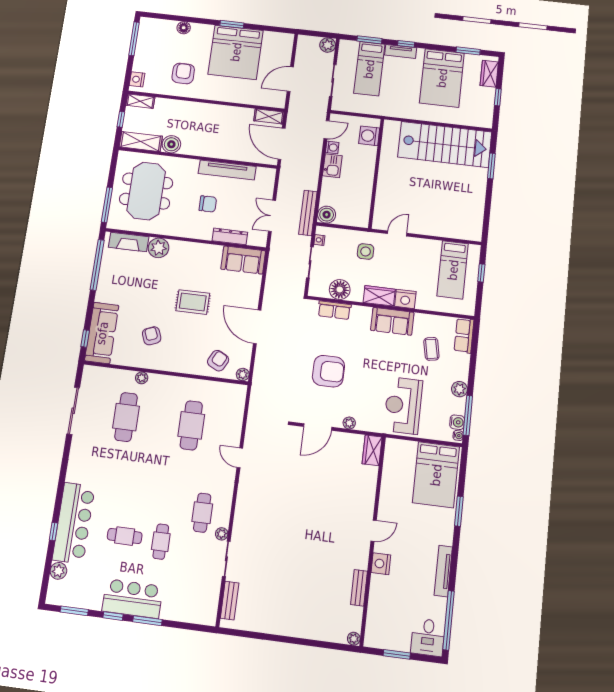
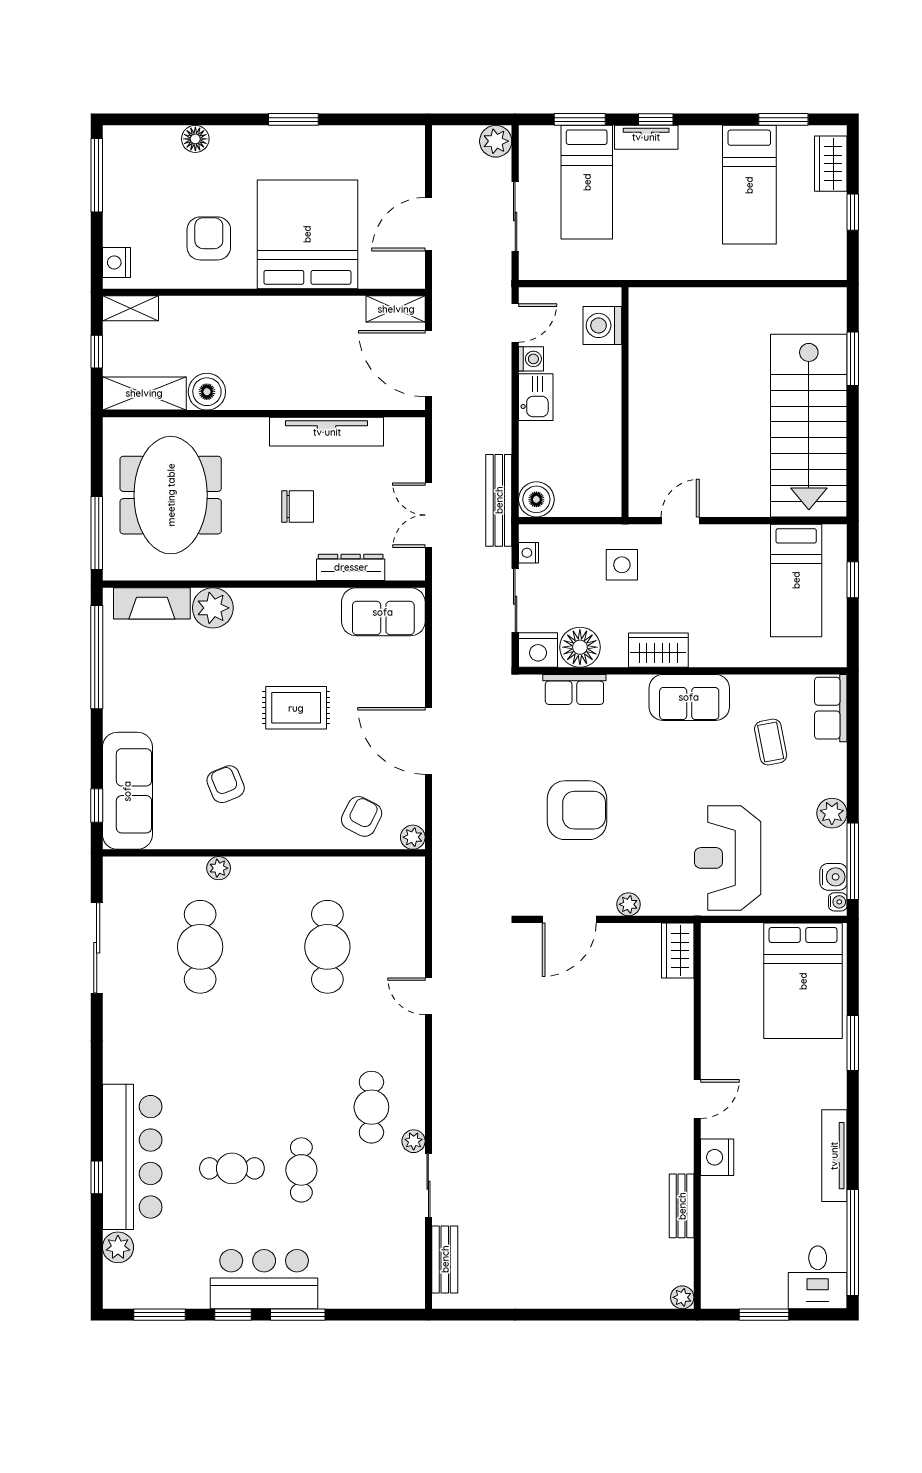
bed: (236, 52) -> (307, 234), moved, turned 180
bed: (442, 78) -> (749, 185), width x0.67
stairs: (445, 144) -> (809, 426), moved, turned 90
nightstand: (405, 299) -> (538, 650), moved

